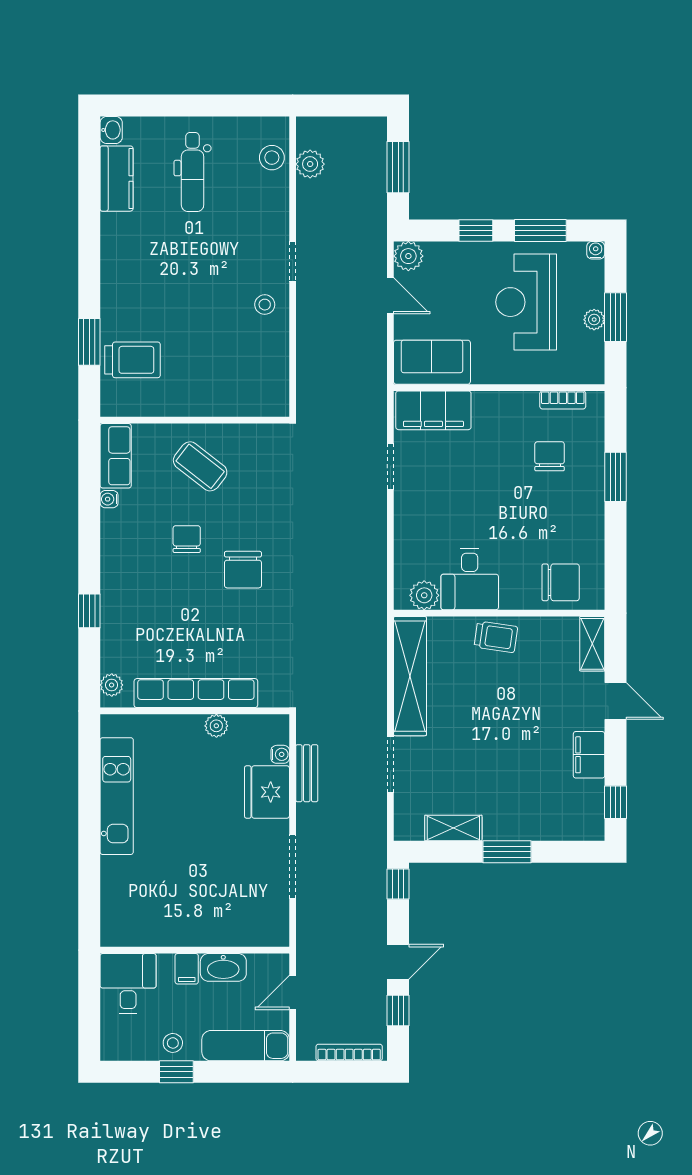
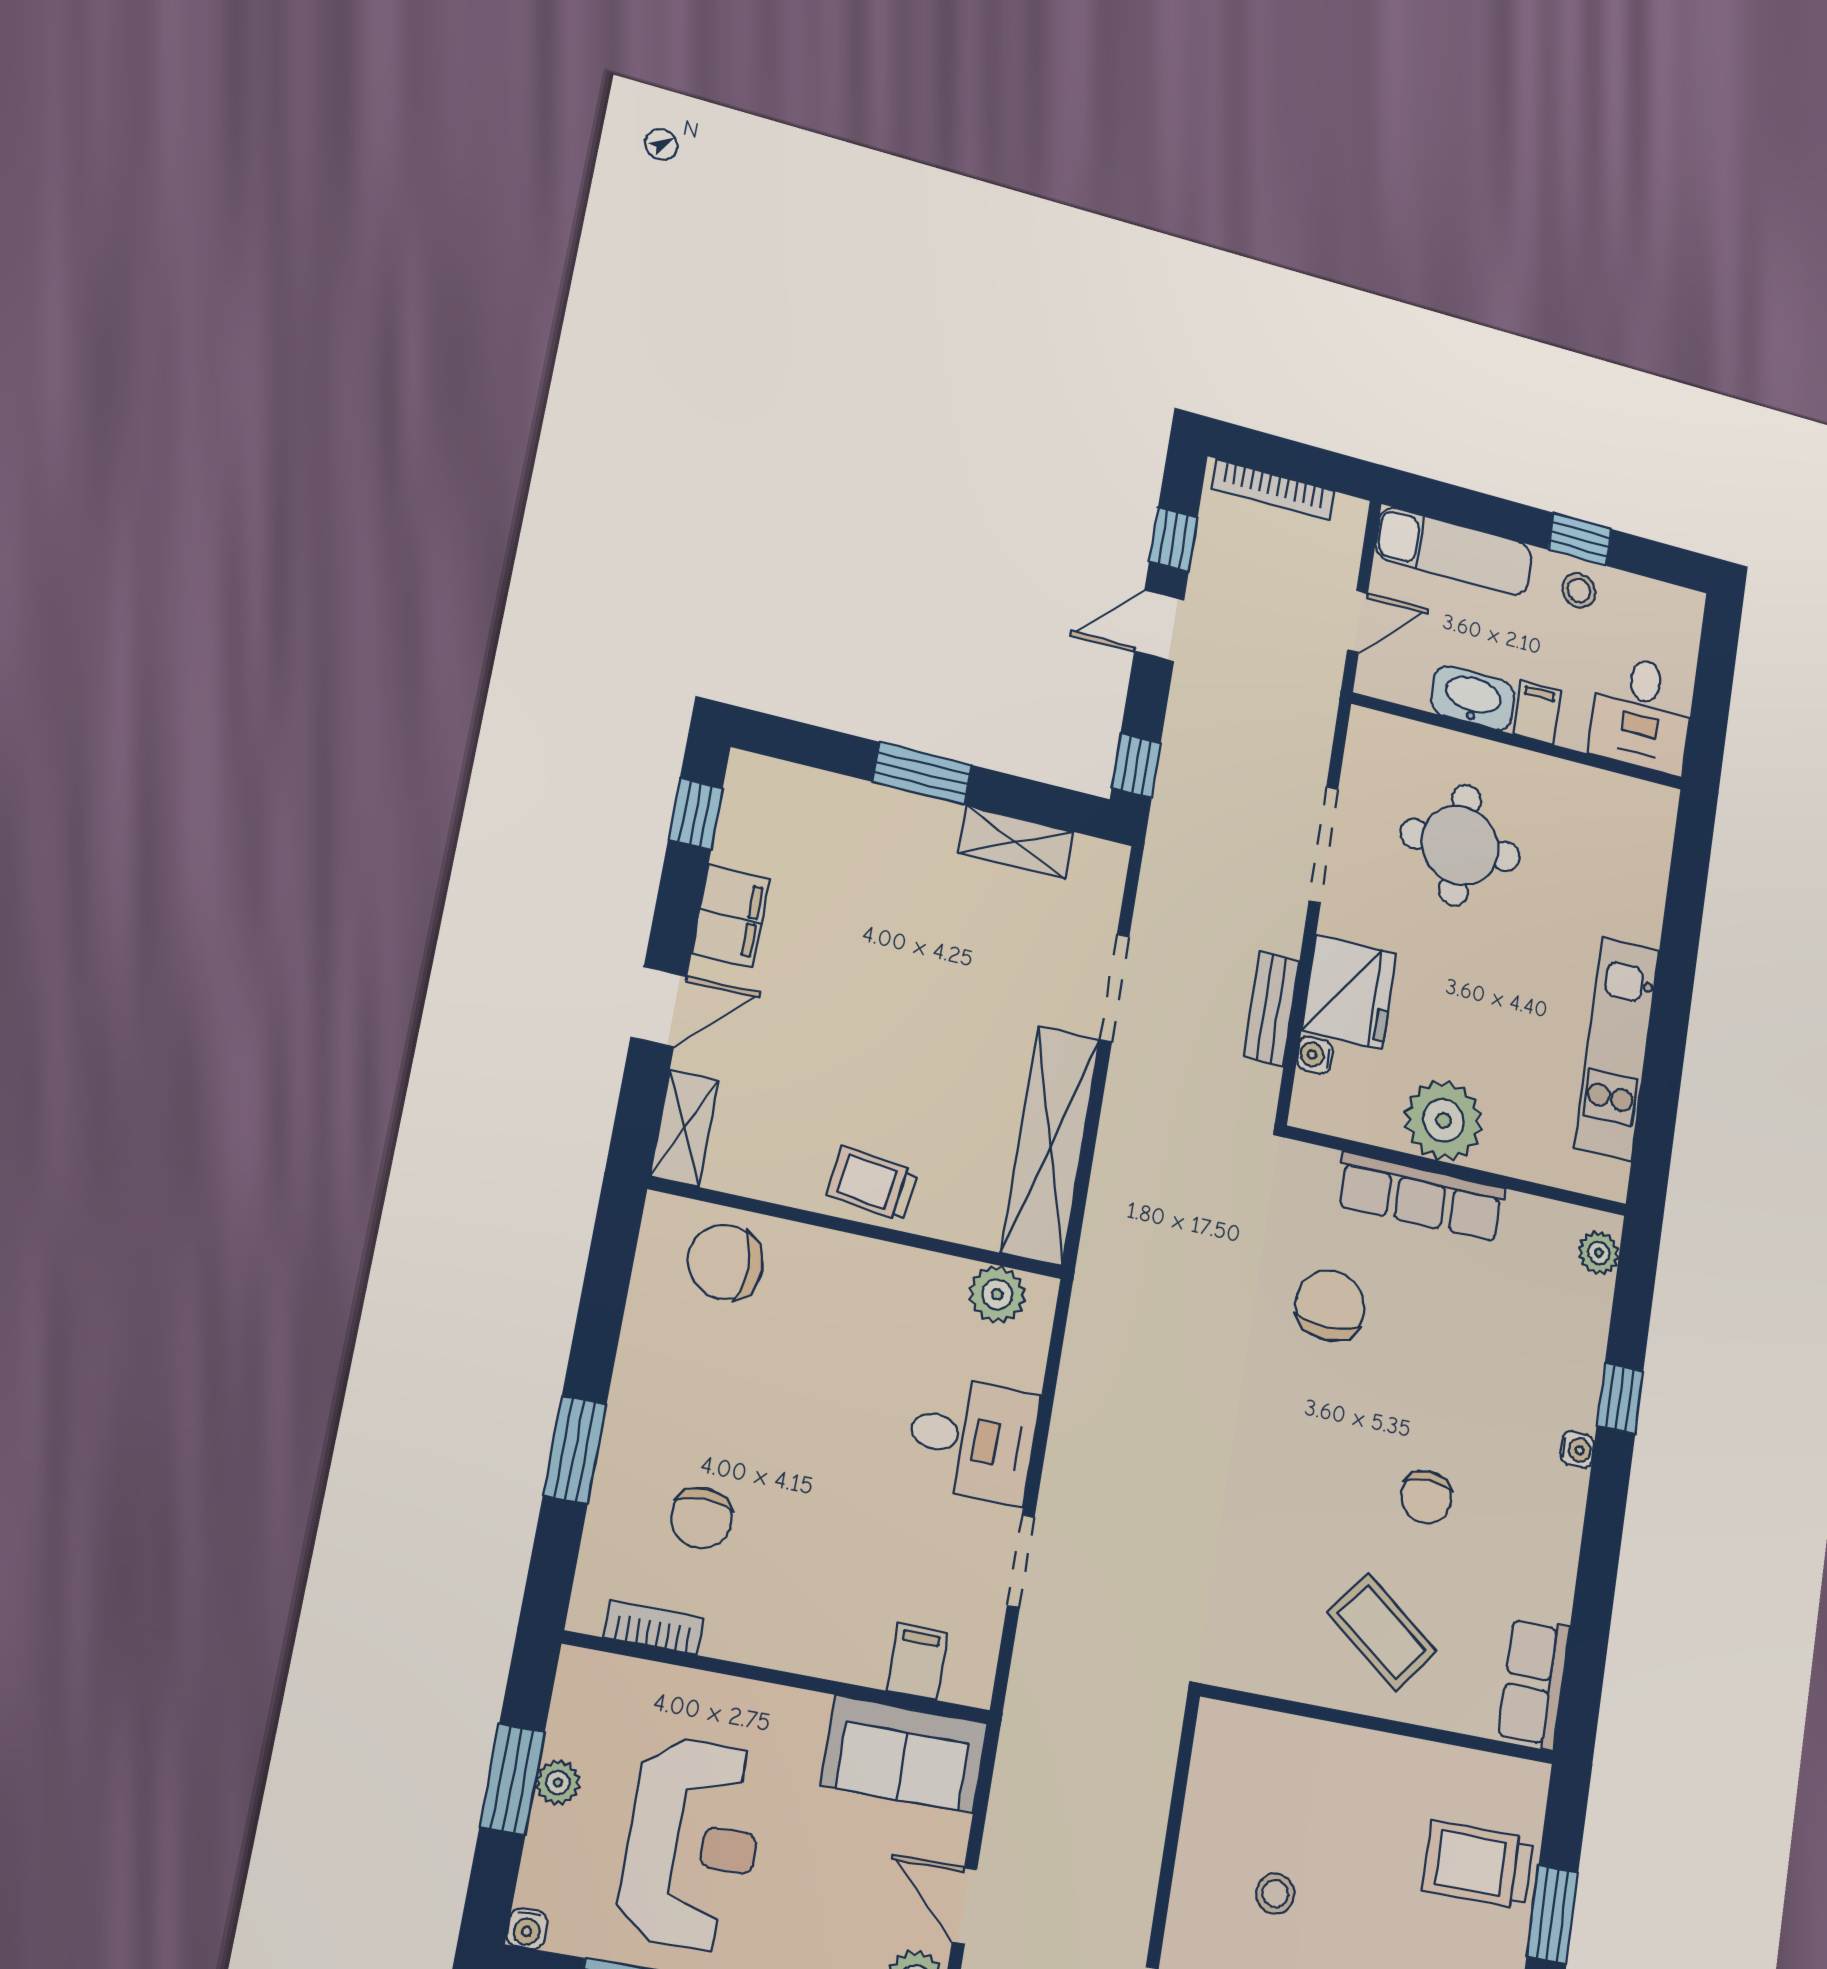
stool: (265, 305) -> (1275, 1894), moved
filing cabinet: (433, 410) -> (917, 1662), width x0.33, depth x0.86
water cooler: (109, 499) -> (1577, 1450), moved
chair: (243, 570) -> (1330, 1306), moved
desk: (470, 579) -> (972, 1439), moved, turned 90
row of seats: (196, 693) -> (1421, 1197), width x0.73
door: (615, 701) -> (659, 1007), swing flipped
plant: (216, 726) -> (1443, 1121), width x1.87, depth x1.87
round table: (219, 885) -> (1460, 845), added

